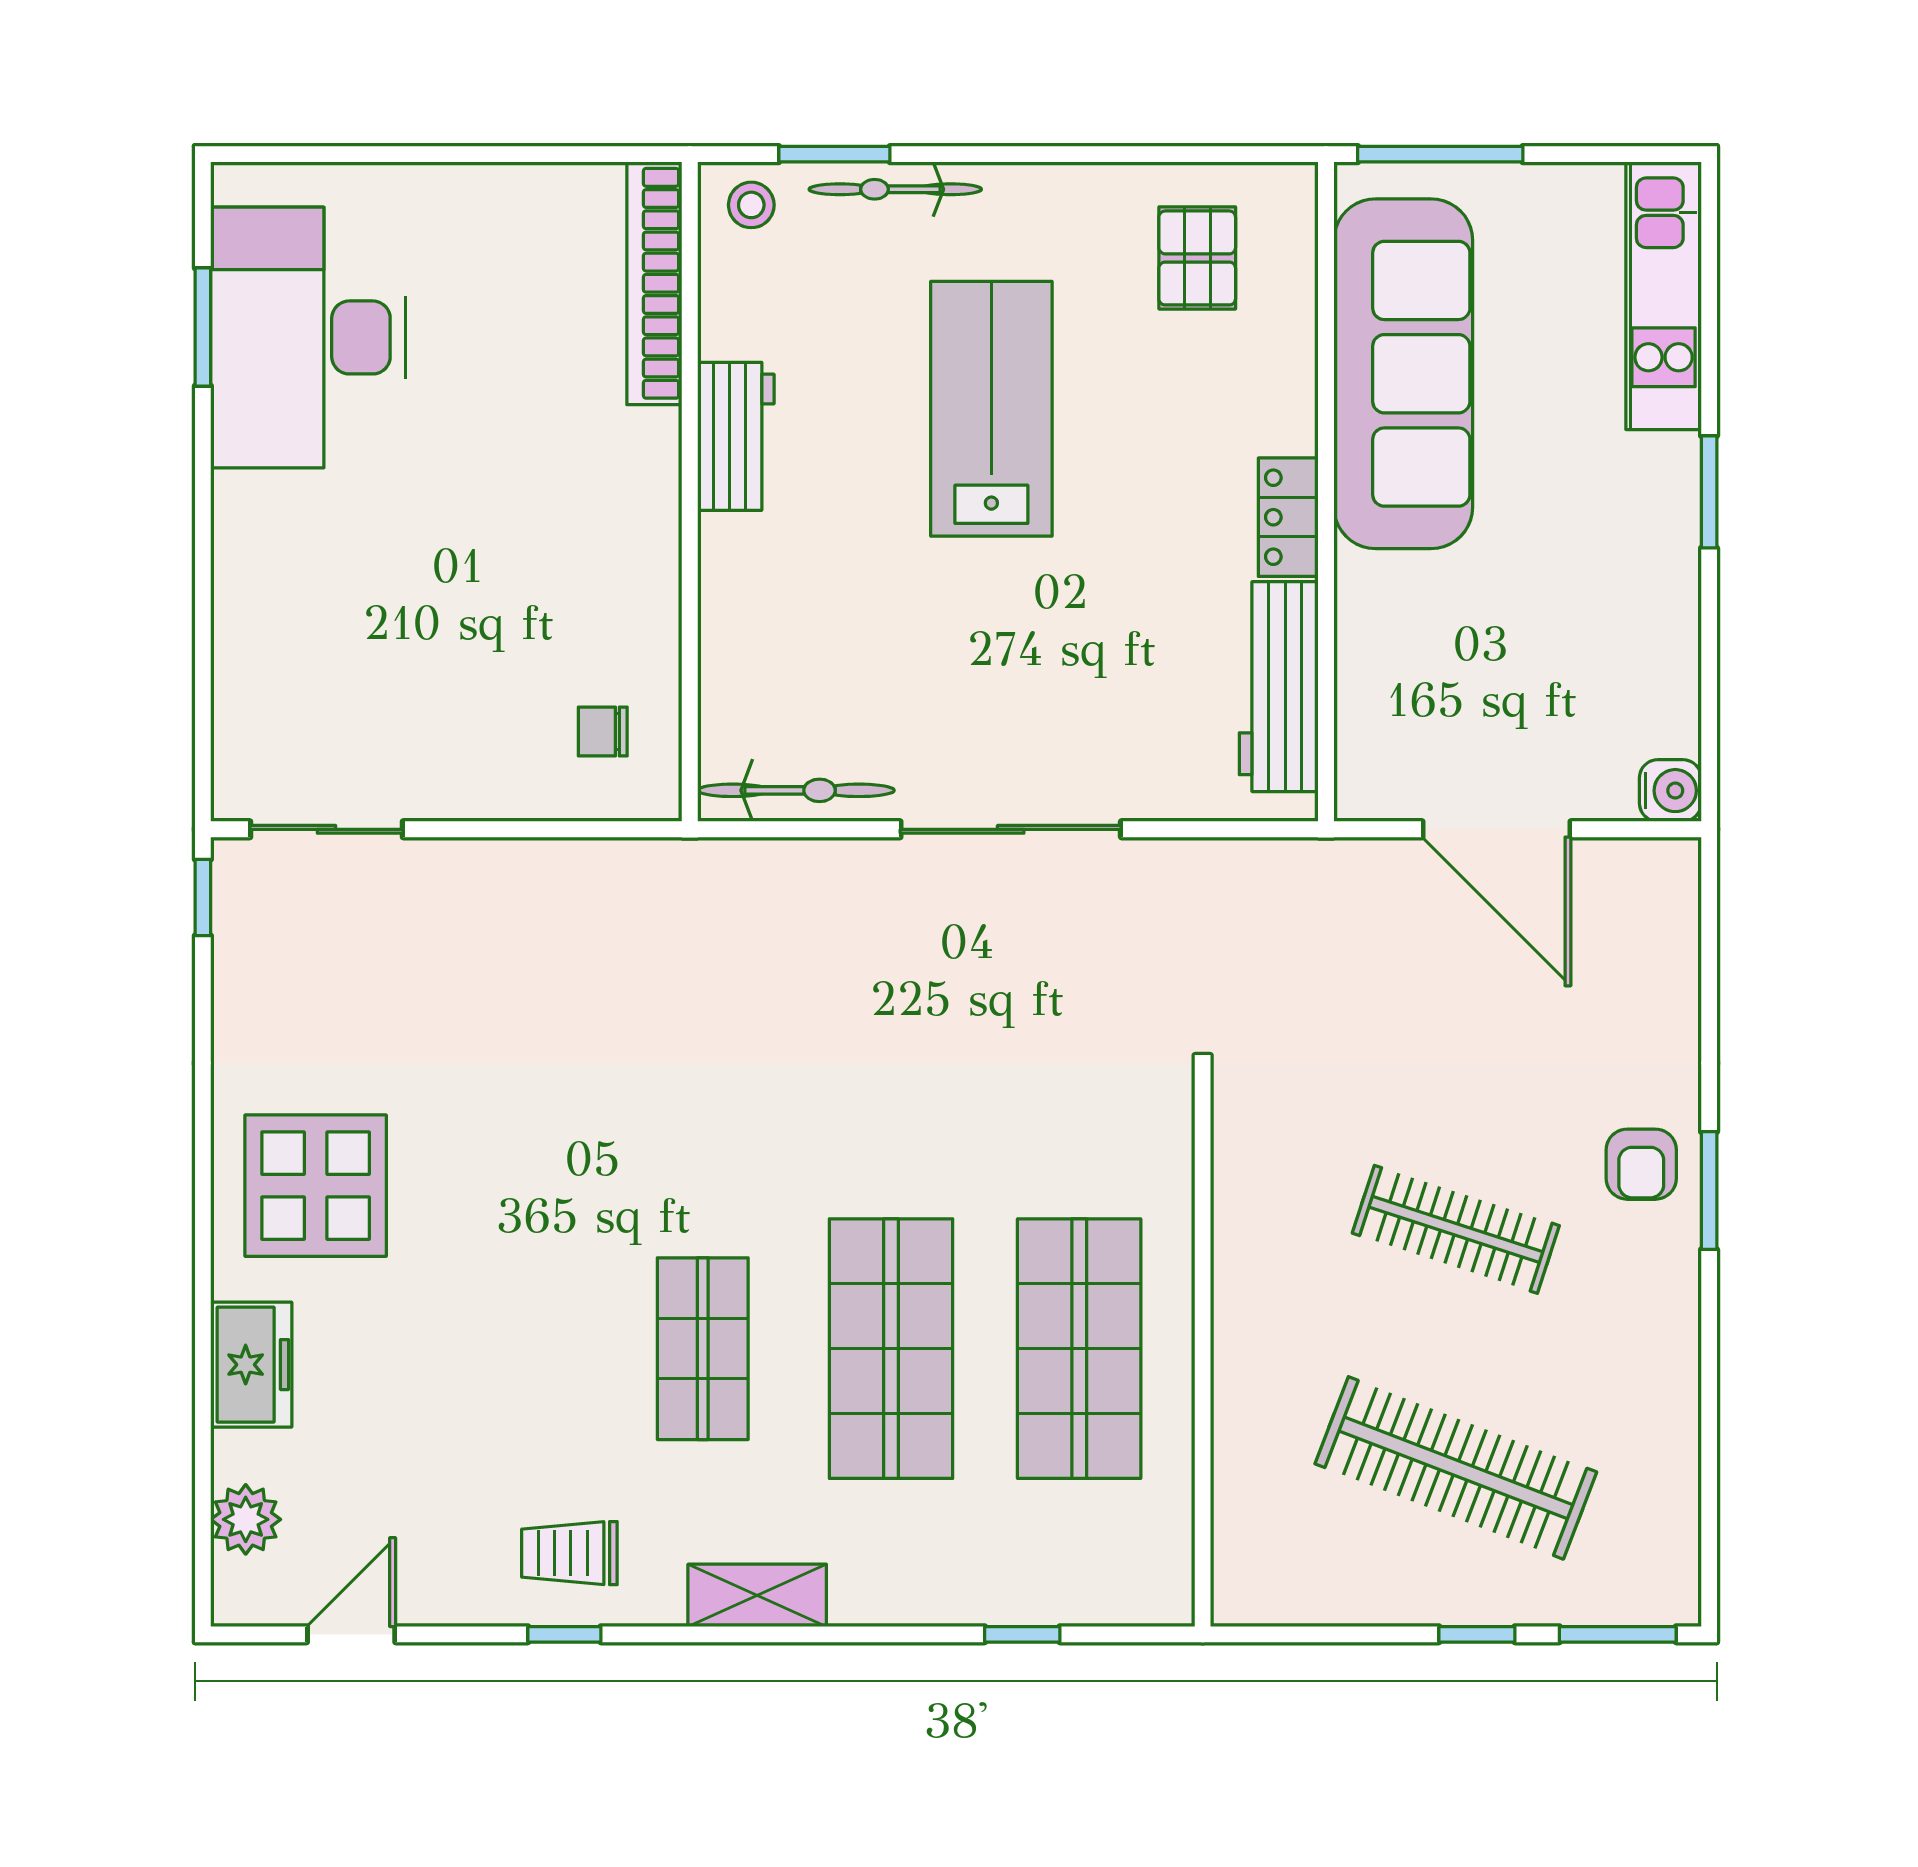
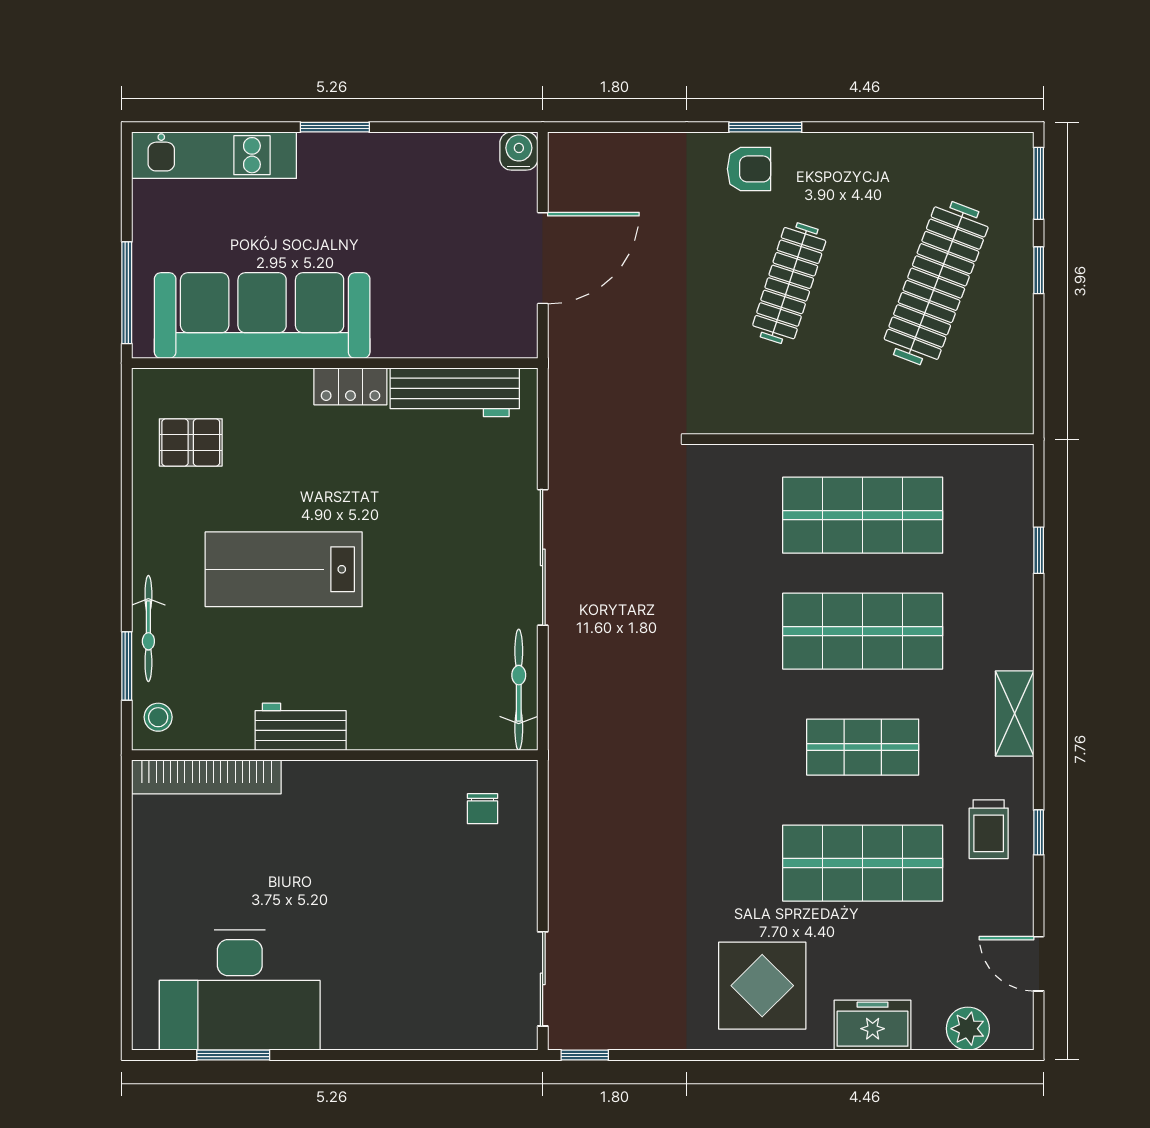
shop shelf: (515, 1349) -> (863, 863), added

